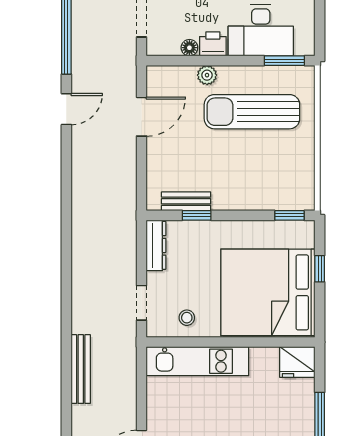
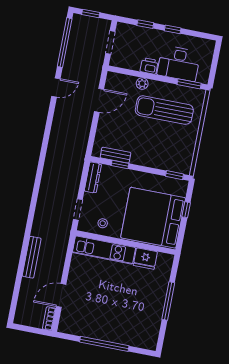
floor lamp: (189, 48) -> (135, 65), removed
fridge: (297, 362) -> (145, 259), moved
bench: (81, 369) -> (32, 257), moved

